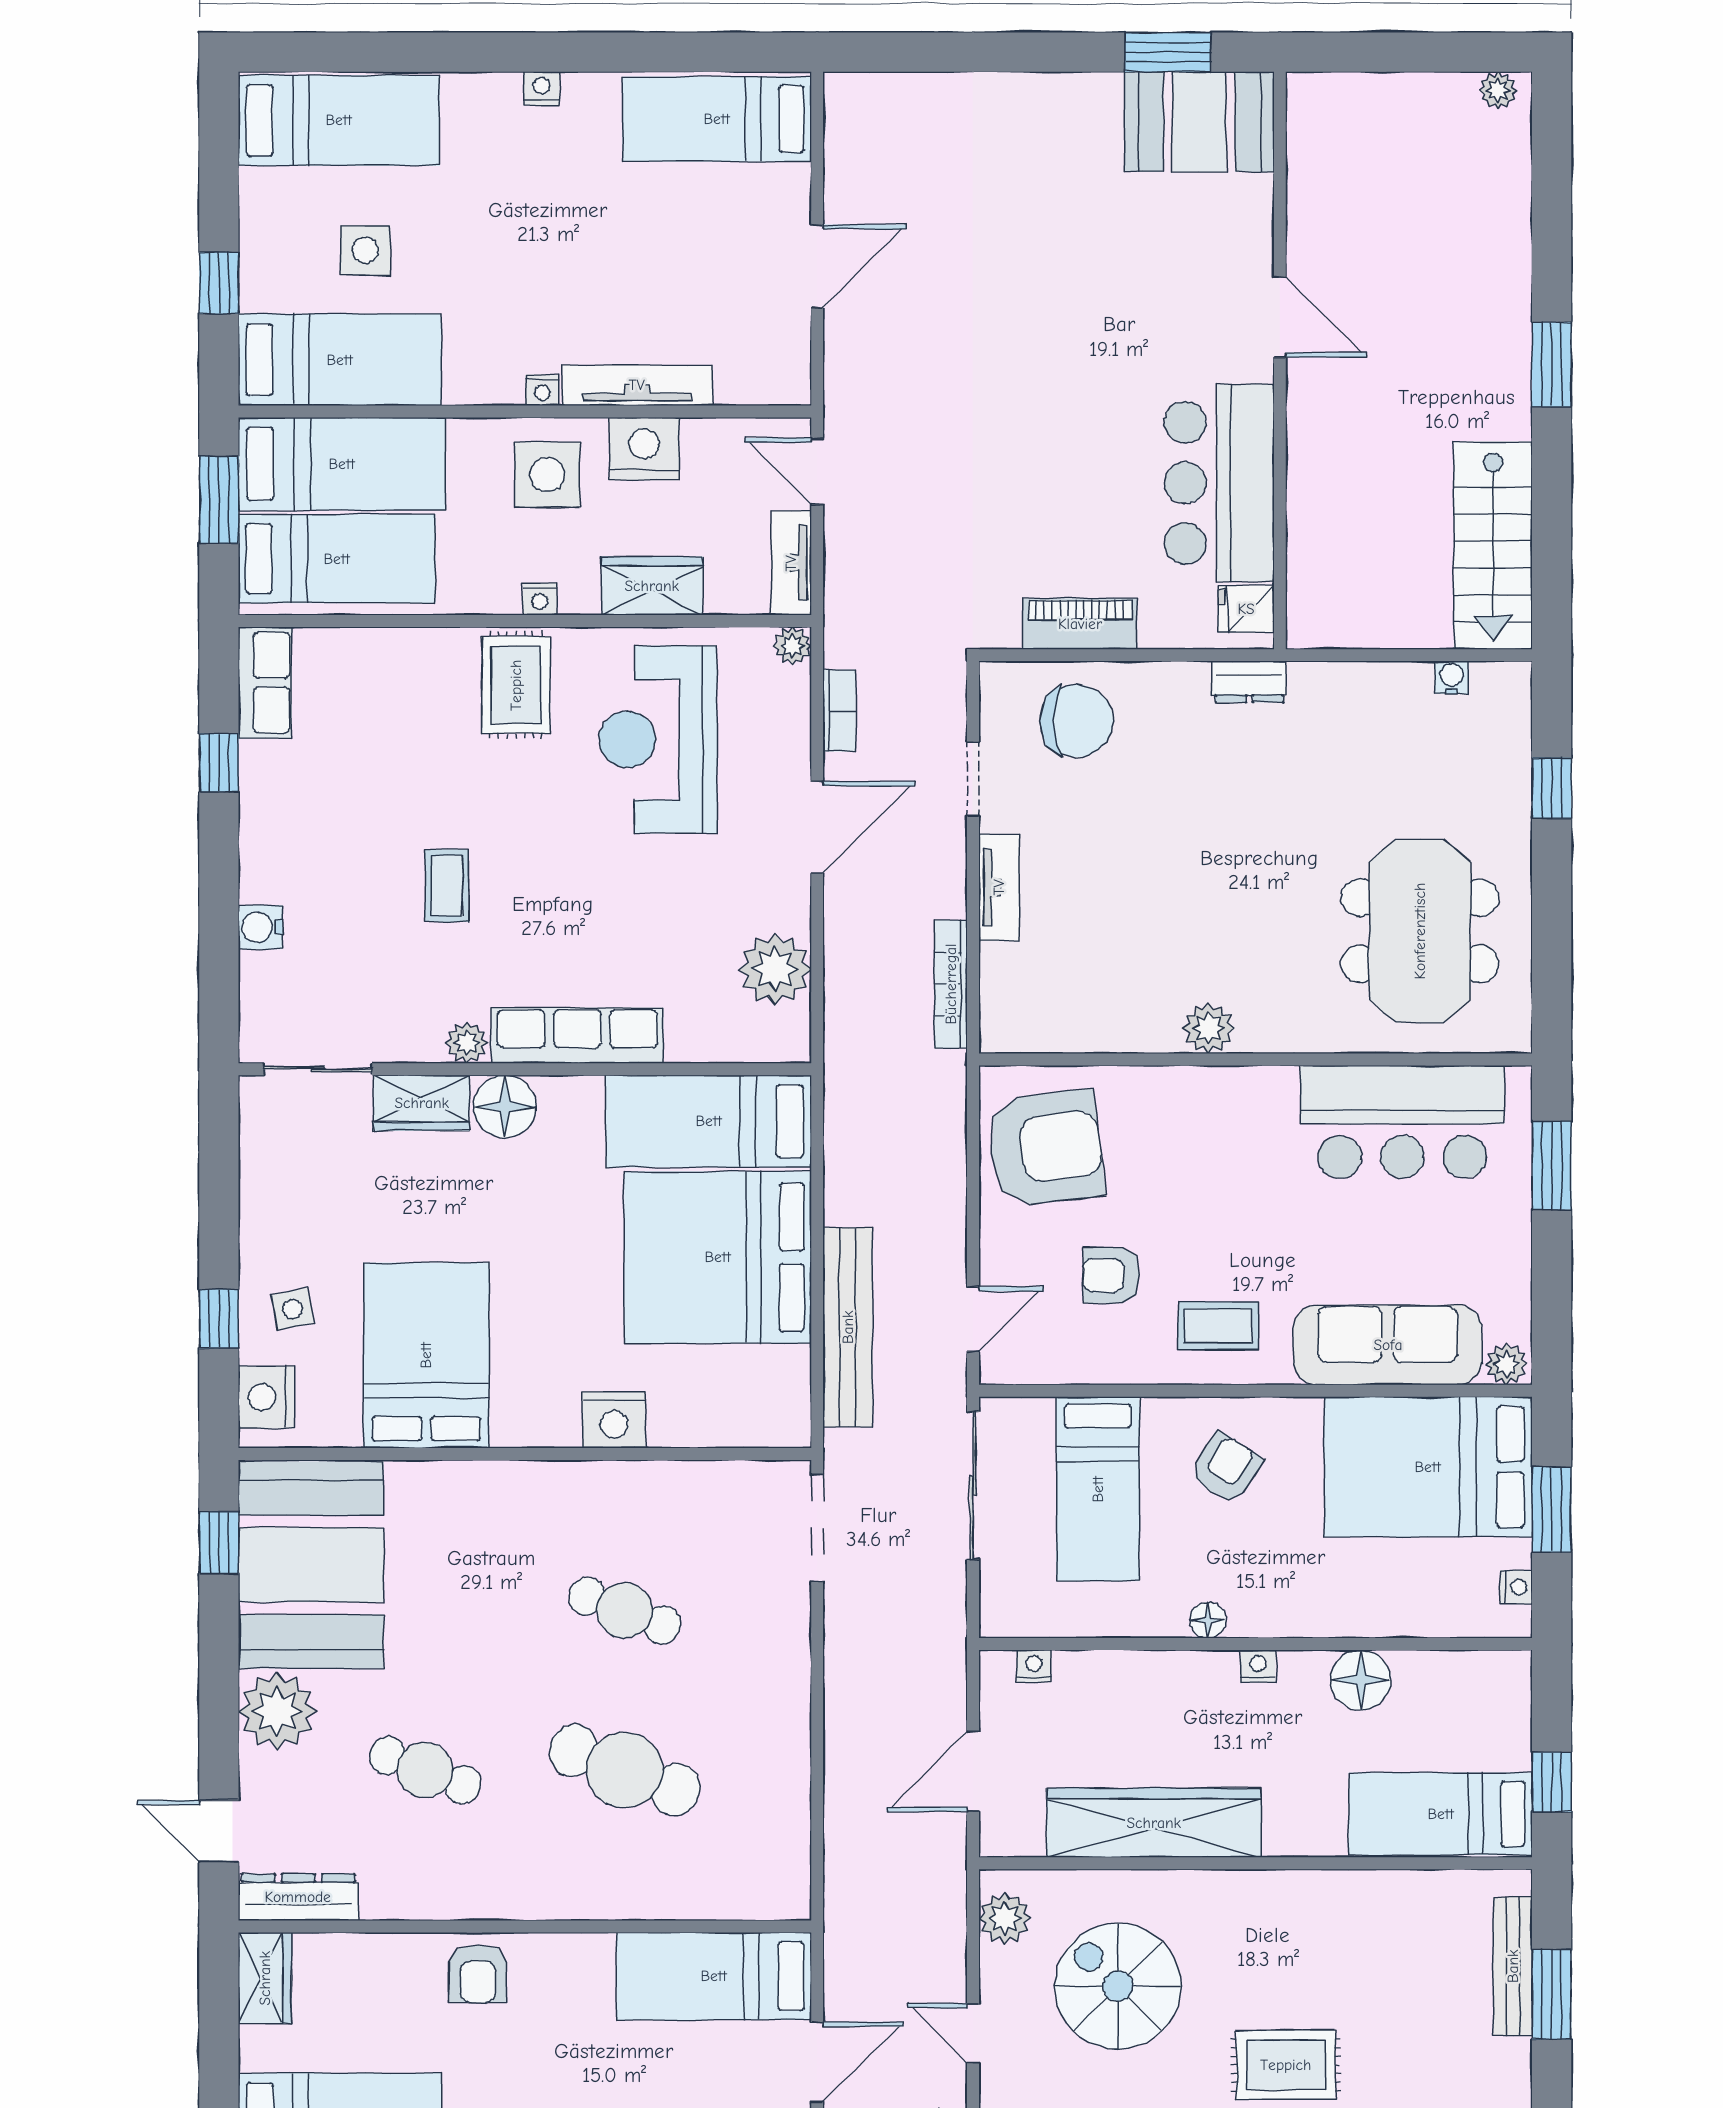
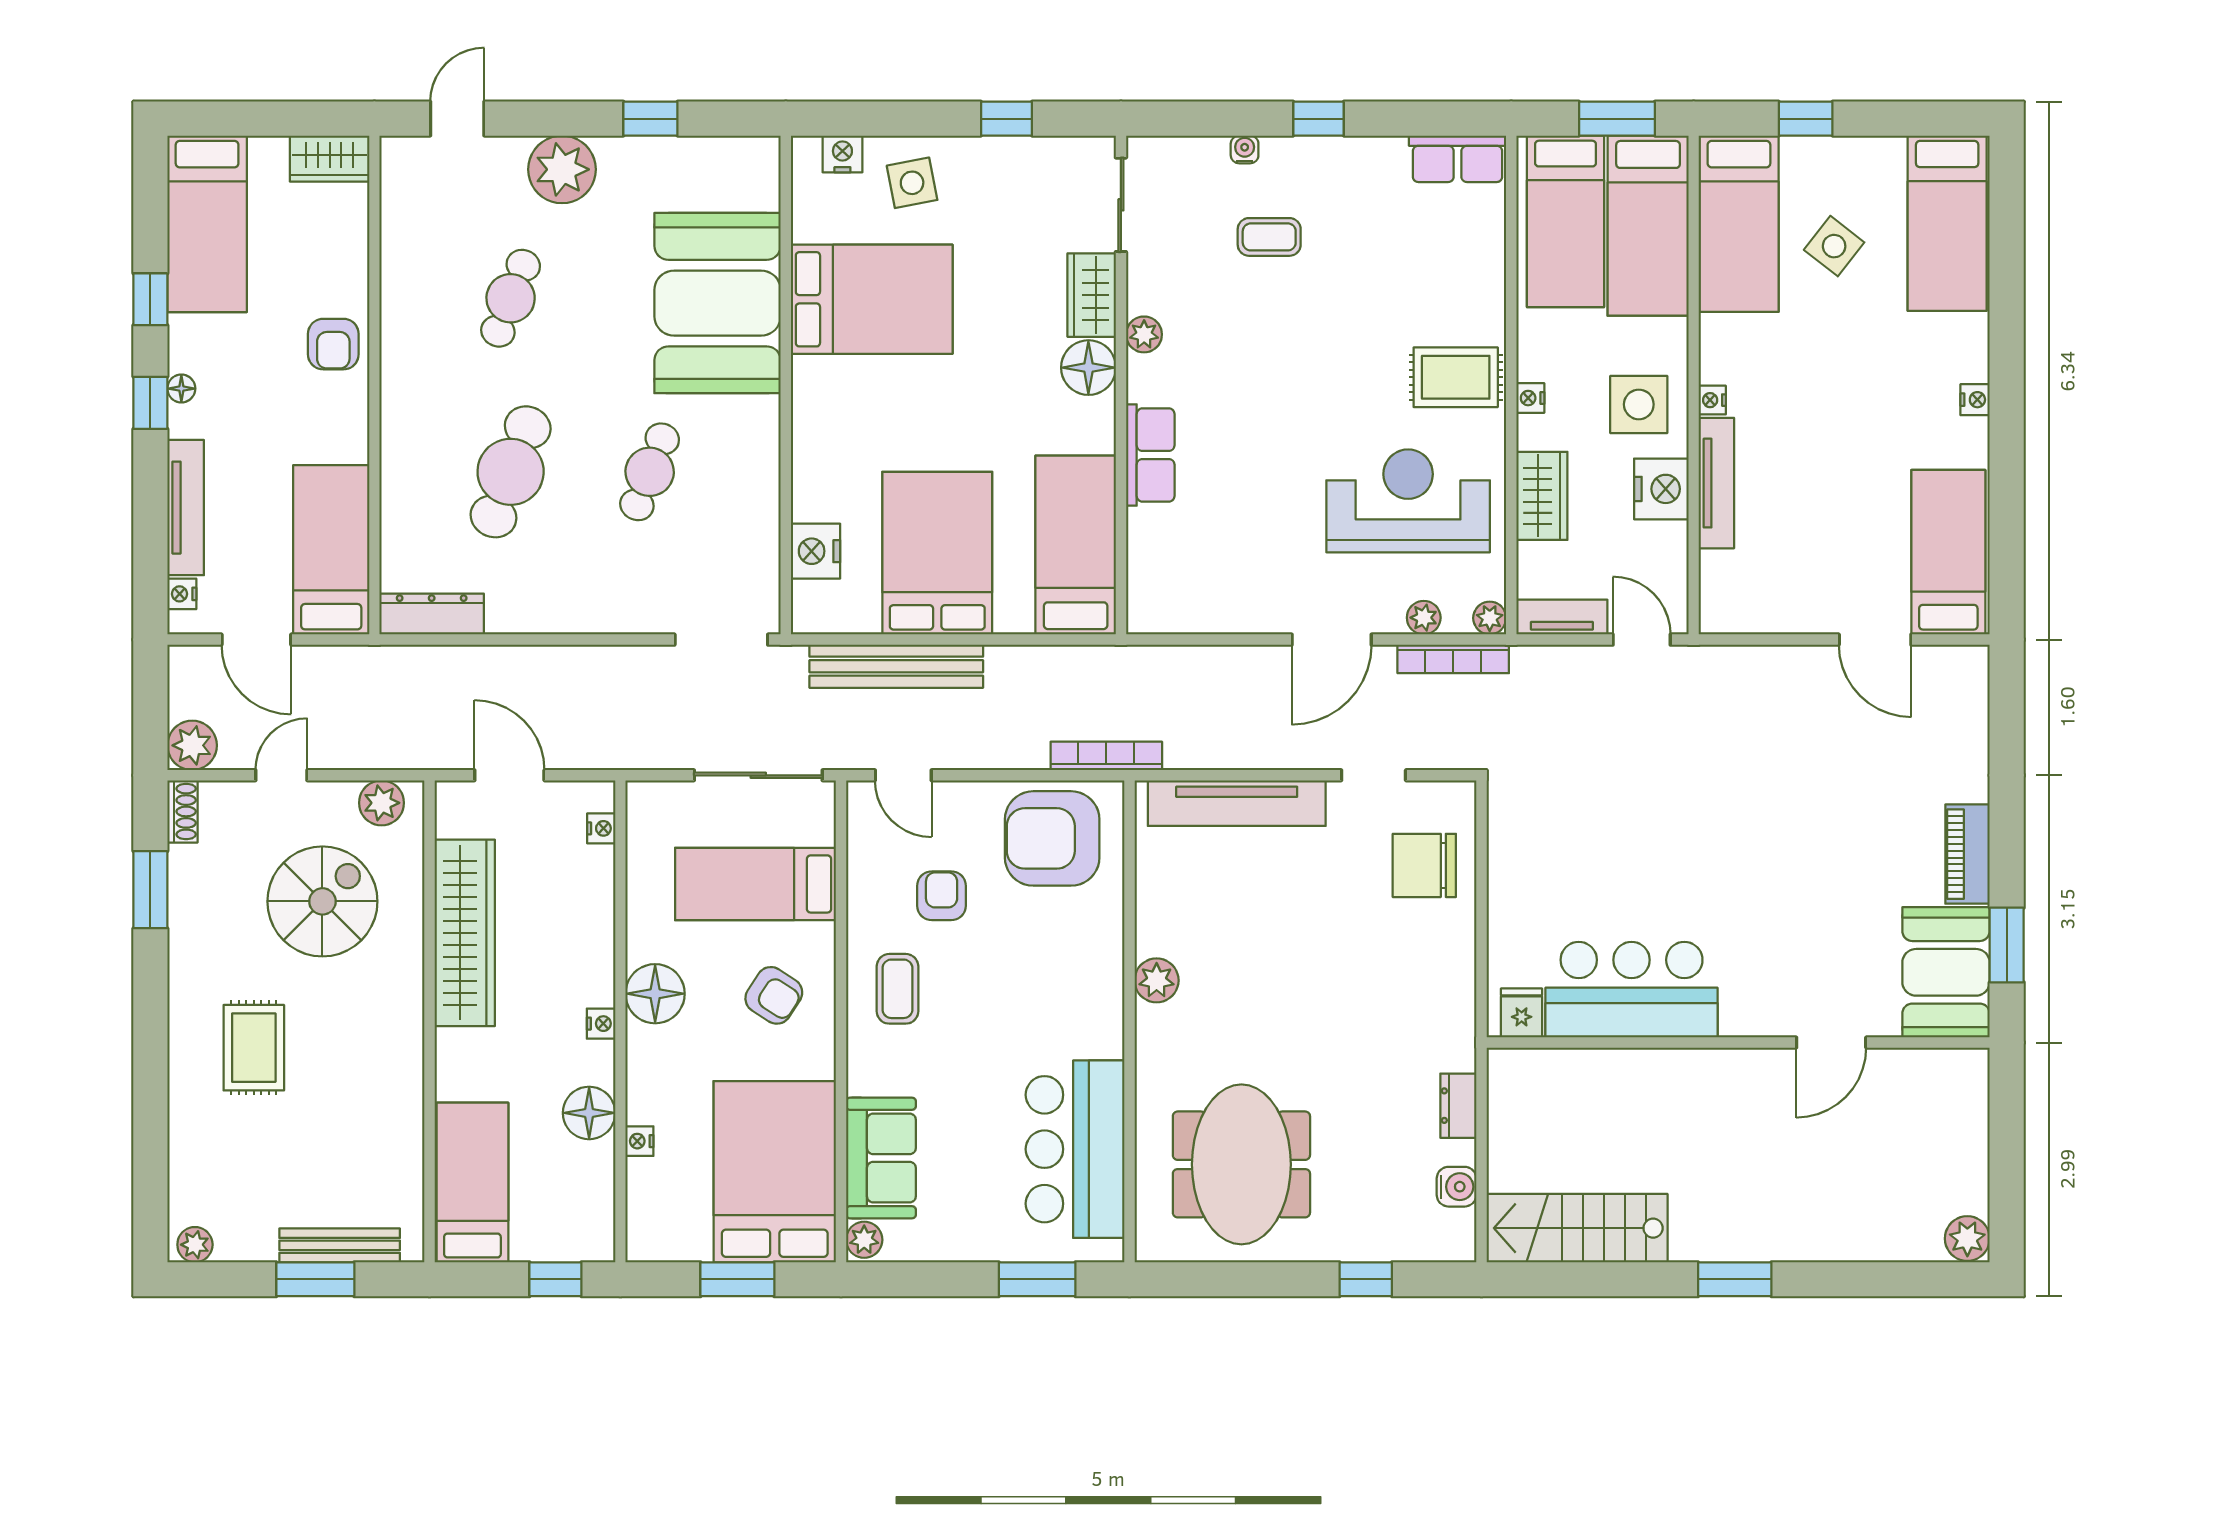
plant: (1498, 90) -> (1967, 1239), width x1.38, depth x1.38
side table: (365, 250) -> (1834, 246), turned 38
door: (817, 266) -> (1875, 640), moved
door: (1280, 317) -> (1831, 1043), moved
door: (817, 471) -> (1642, 640), hinge flipped
piano: (1080, 624) -> (1968, 854), moved, turned 180
water cooler: (1452, 677) -> (1457, 1187), width x1.38, depth x1.38
dresser: (1249, 682) -> (1458, 1106), moved
bookcase: (839, 711) -> (1453, 659), width x1.56
chair: (1076, 721) -> (1424, 865), turned 90
window: (219, 763) -> (1318, 119), moved
door: (817, 827) -> (1332, 640), hinge flipped
coffee table: (447, 886) -> (1269, 237), moved
tv unit: (999, 887) -> (1237, 803), width x1.92, depth x1.29
water cooler: (260, 927) -> (1245, 149), width x0.72, depth x0.72
meeting table: (1420, 931) -> (1241, 1164), turned 90
plant: (775, 969) -> (1424, 618), moved, width x0.53, depth x0.53
bookcase: (951, 984) -> (1106, 756), moved
row of seats: (577, 1036) -> (1150, 455), width x0.68
armchair: (1046, 1148) -> (1052, 838), turned 97
bed: (718, 1257) -> (937, 553), width x0.73
side table: (293, 1309) -> (912, 183), width x1.37, depth x1.37
window: (219, 1319) -> (1006, 119), moved
sofa: (1388, 1345) -> (881, 1158), width x0.73
nightstand: (266, 1397) -> (842, 154), width x0.74, depth x0.75
nightstand: (614, 1420) -> (816, 551), moved
window: (219, 1543) -> (650, 119), moved
booth: (311, 1565) -> (718, 303), moved, turned 90
nightstand: (1516, 1587) -> (639, 1141), moved, turned 90
floor lamp: (1208, 1620) -> (655, 994), width x1.89, depth x1.89
window: (1552, 1782) -> (555, 1279), moved
dresser: (298, 1897) -> (432, 614), moved, turned -90
armchair: (478, 1974) -> (333, 344), turned -90

